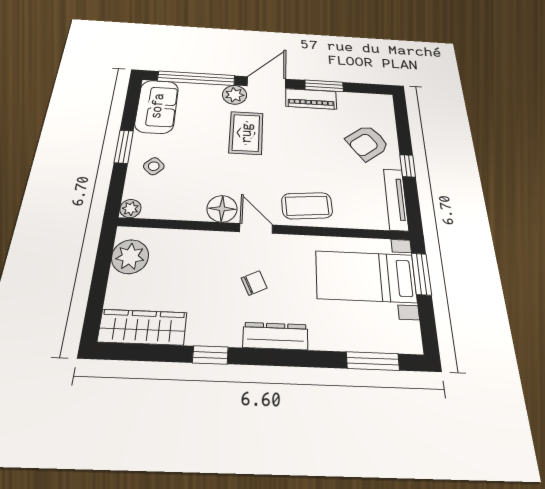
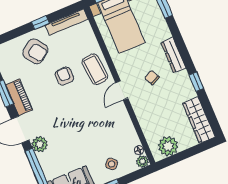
rug: (246, 133) -> (64, 124), removed
armchair: (315, 162) -> (64, 76), added
floor lamp: (222, 209) -> (139, 150), moved, width x0.53, depth x0.53

